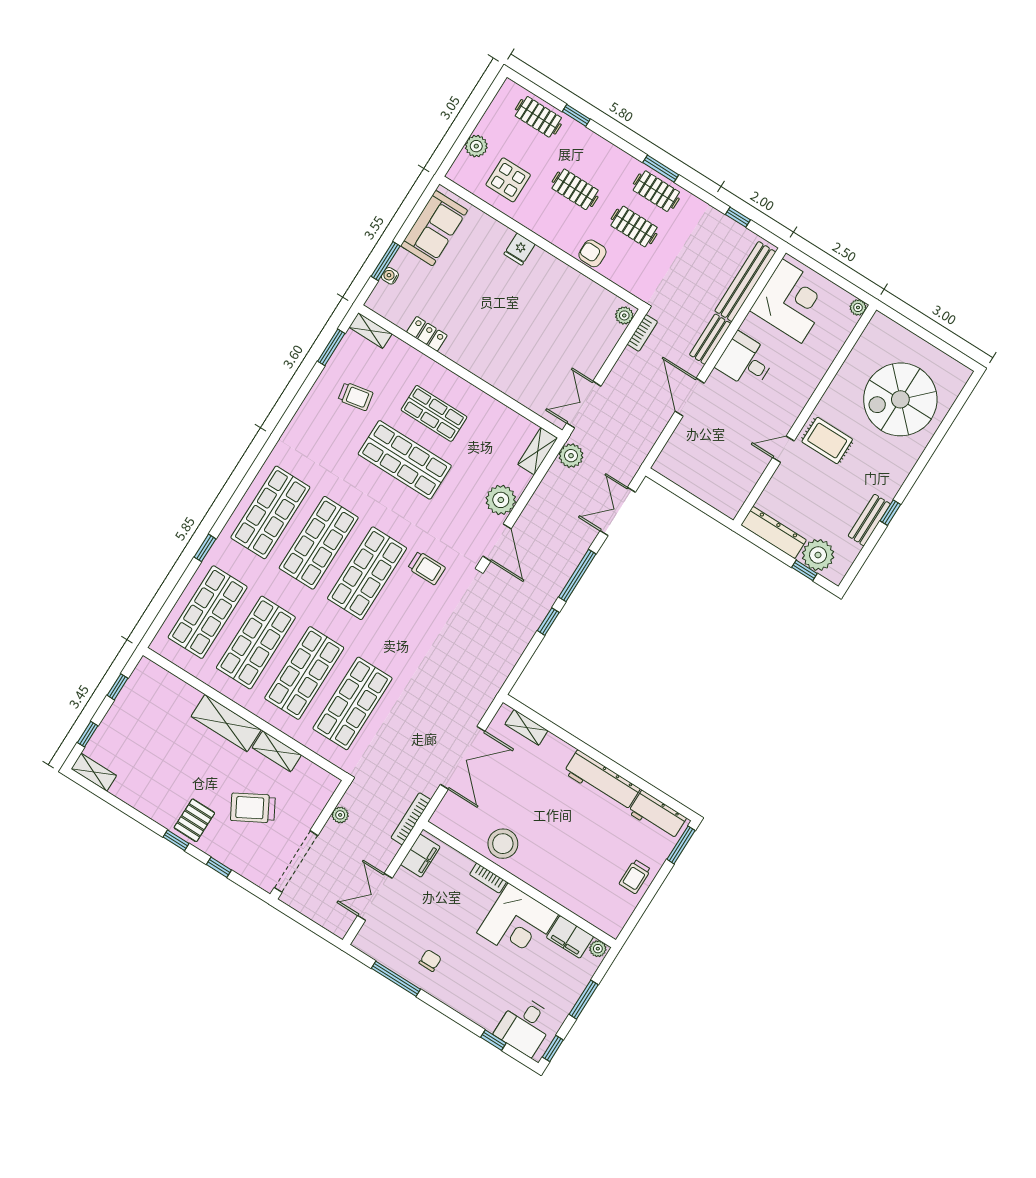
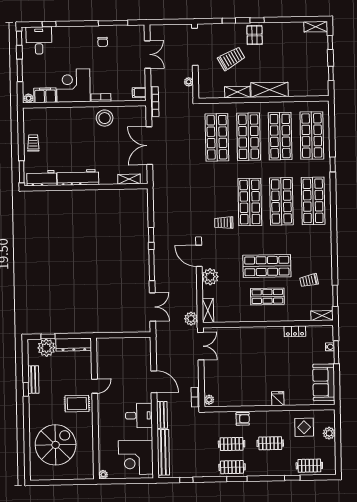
filing cabinet: (420, 856) -> (139, 92), width x0.50

